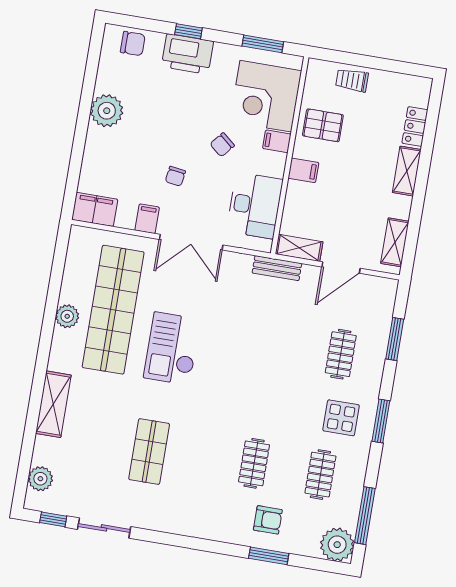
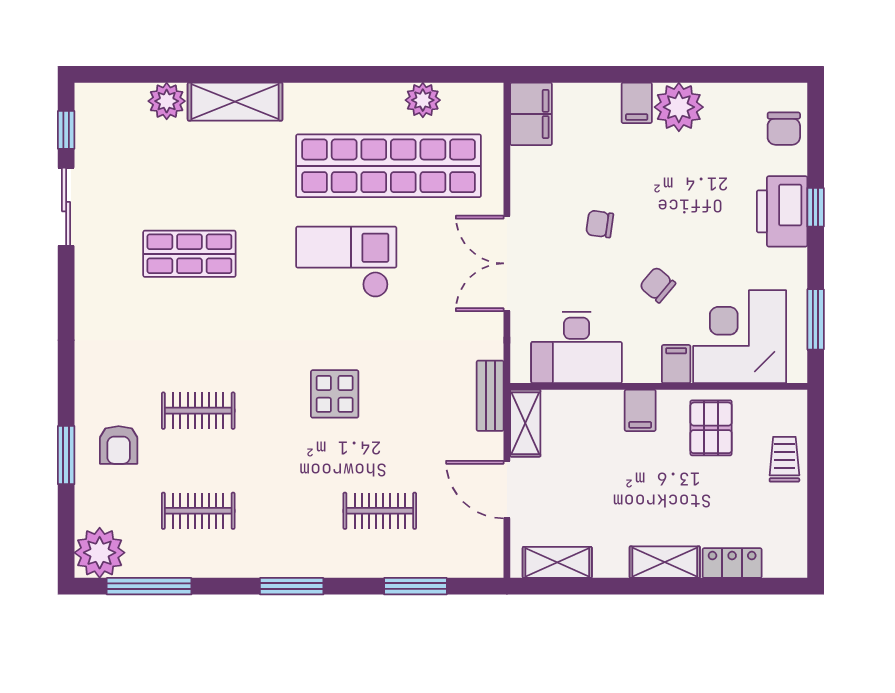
filing cabinet: (147, 219) -> (637, 103), moved, turned 90
plant: (67, 316) -> (423, 100), moved
display table: (341, 418) -> (335, 394), moved
plant: (40, 479) -> (167, 101), moved

